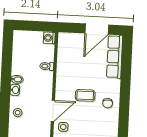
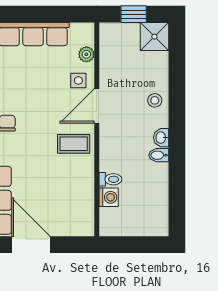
door: (97, 29) -> (31, 245), hinge flipped
washing machine: (49, 38) -> (109, 197), moved
coffee table: (85, 95) -> (74, 144), moved

